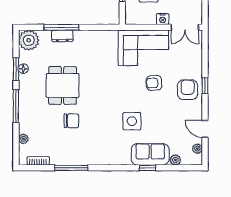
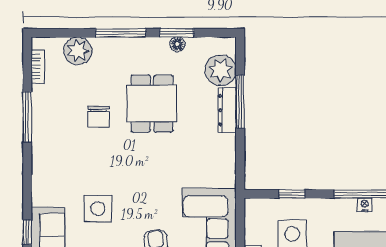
dresser: (62, 36) -> (227, 110), width x1.44
plant: (29, 40) -> (221, 70), moved
dining table: (63, 85) -> (152, 104), turned 90
plant: (23, 139) -> (78, 51), width x1.88, depth x1.88

